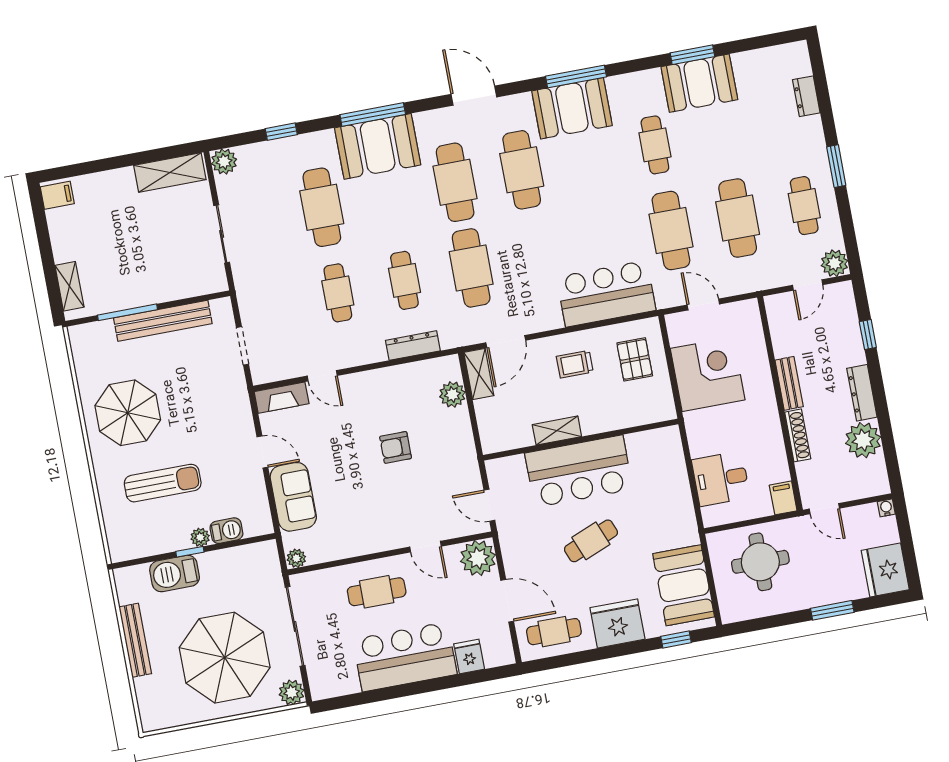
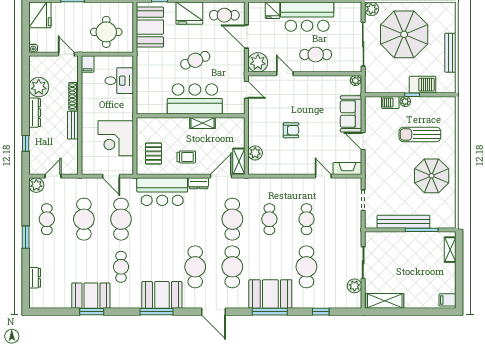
plant: (224, 162) -> (354, 286), moved
dresser: (413, 346) -> (198, 183), moved, width x0.70

